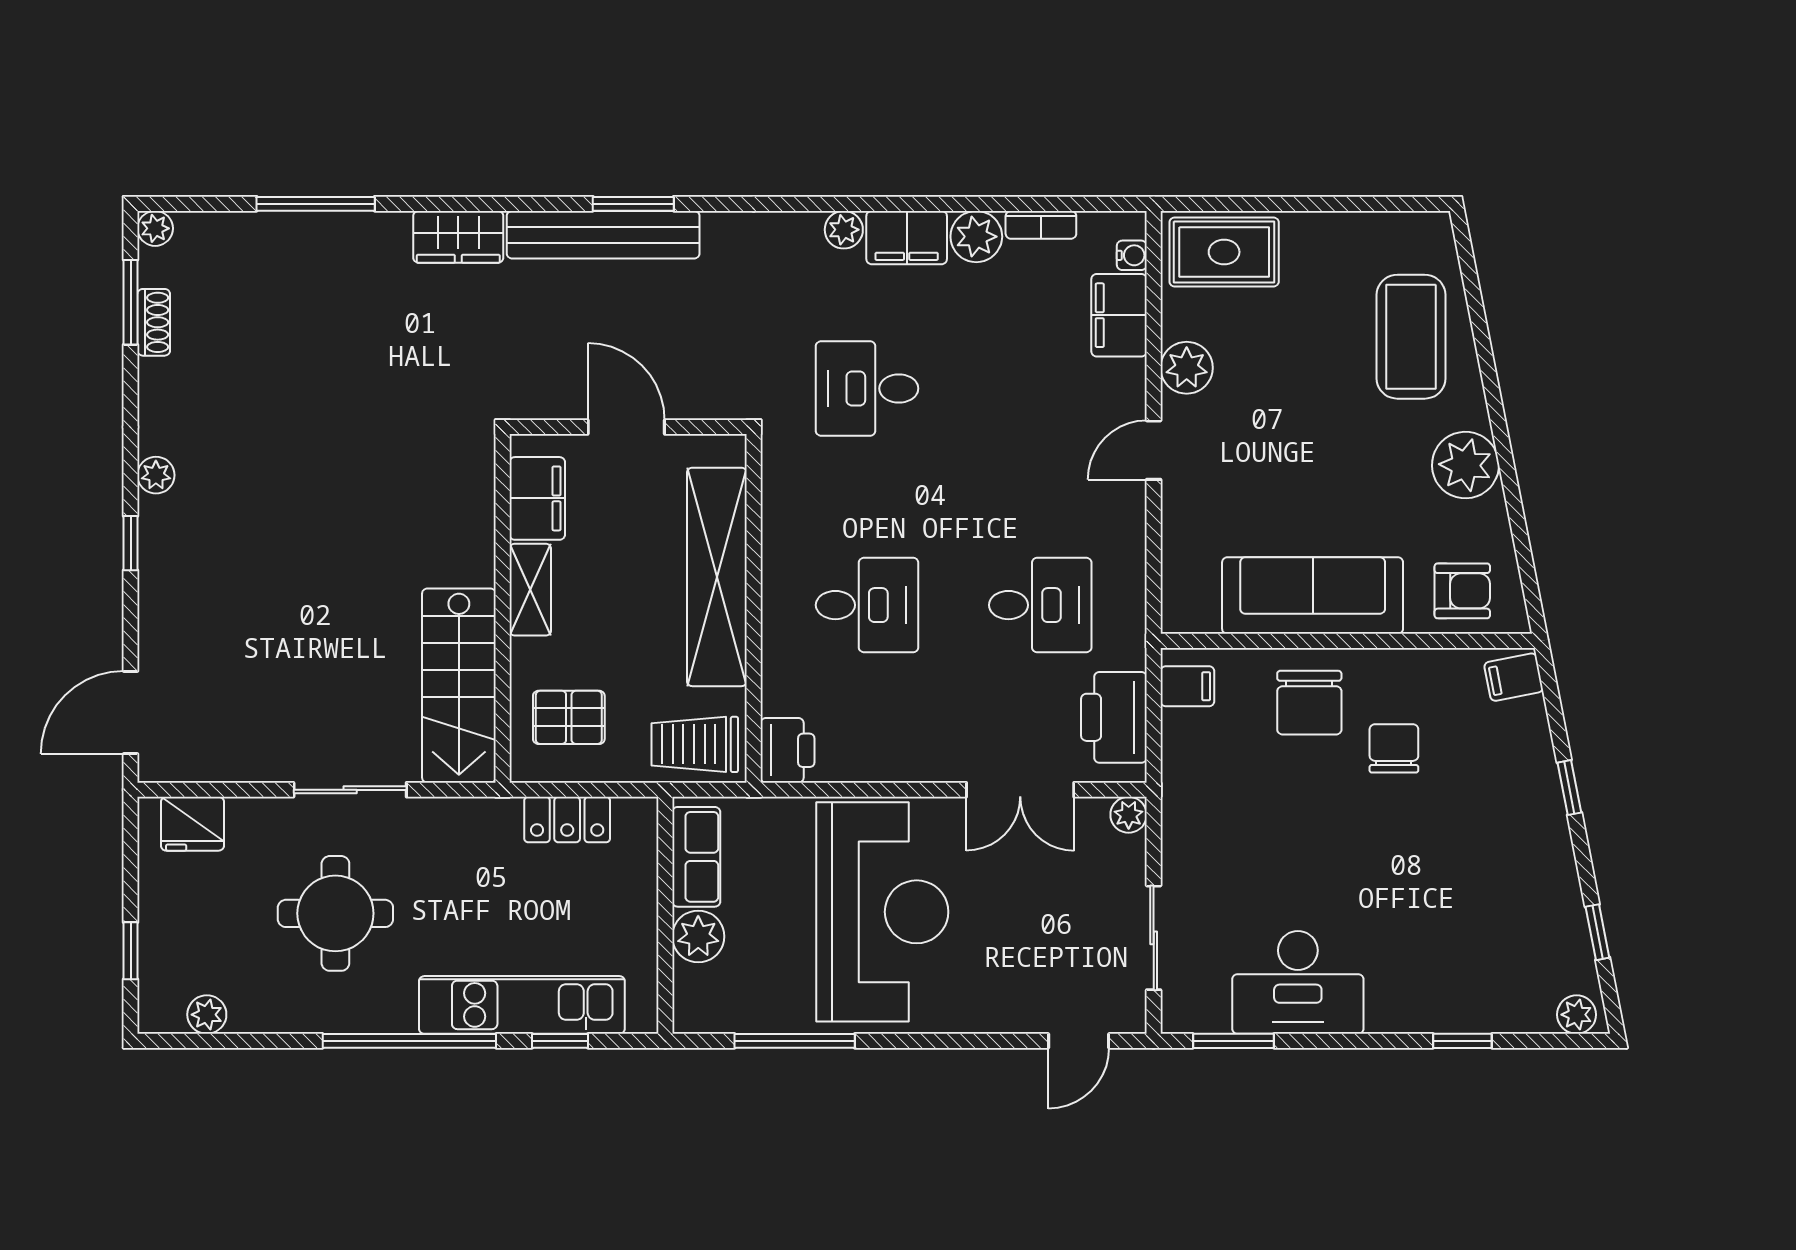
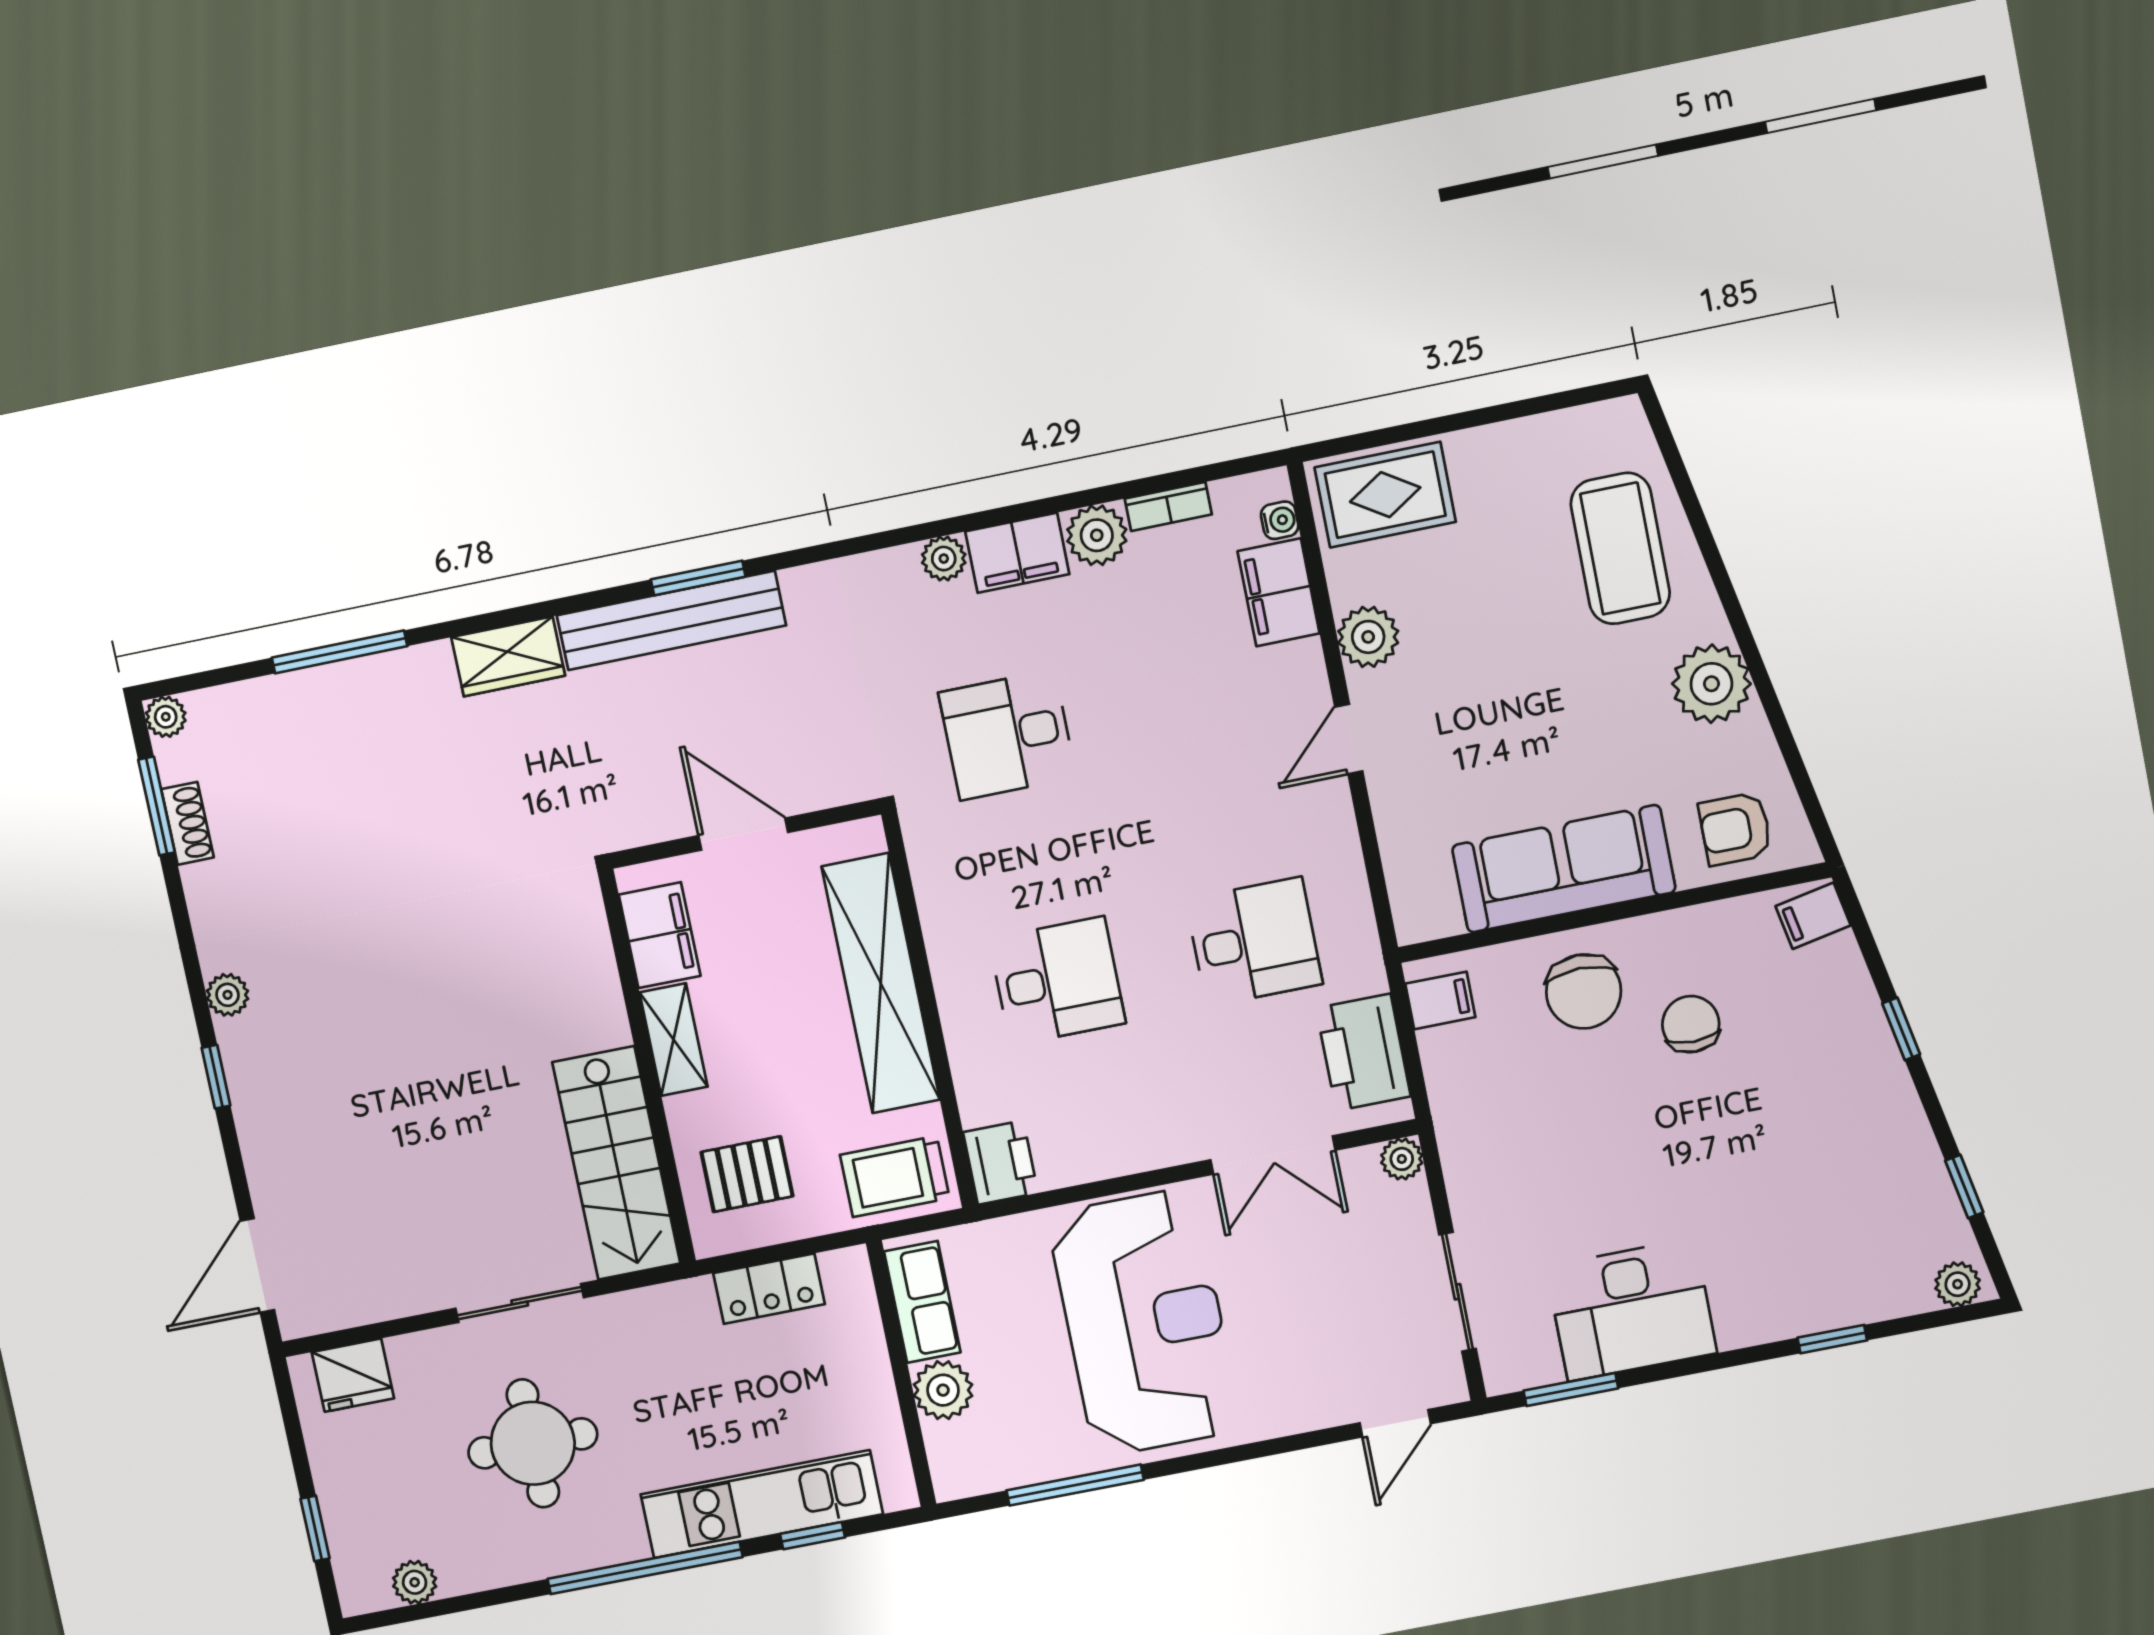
armchair: (1462, 591) -> (1735, 829), turned 180

